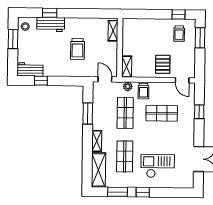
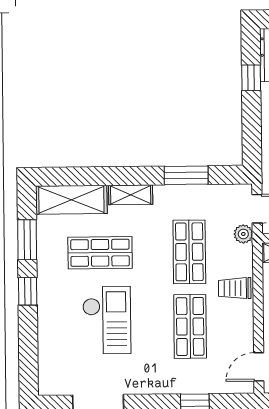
plant: (128, 86) -> (243, 234), moved
shop shelf: (125, 113) -> (189, 252), turned 90
checkout: (158, 166) -> (107, 320), moved

